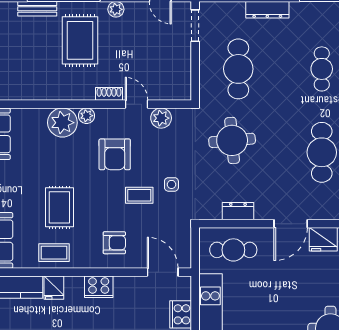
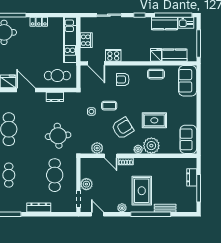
plant: (181, 52) -> (86, 184), added
armchair: (115, 154) -> (123, 128), turned 58
rug: (59, 207) -> (154, 120), moved, turned 90
door: (291, 224) -> (26, 90), hinge flipped
cooker: (99, 287) -> (113, 55), moved

